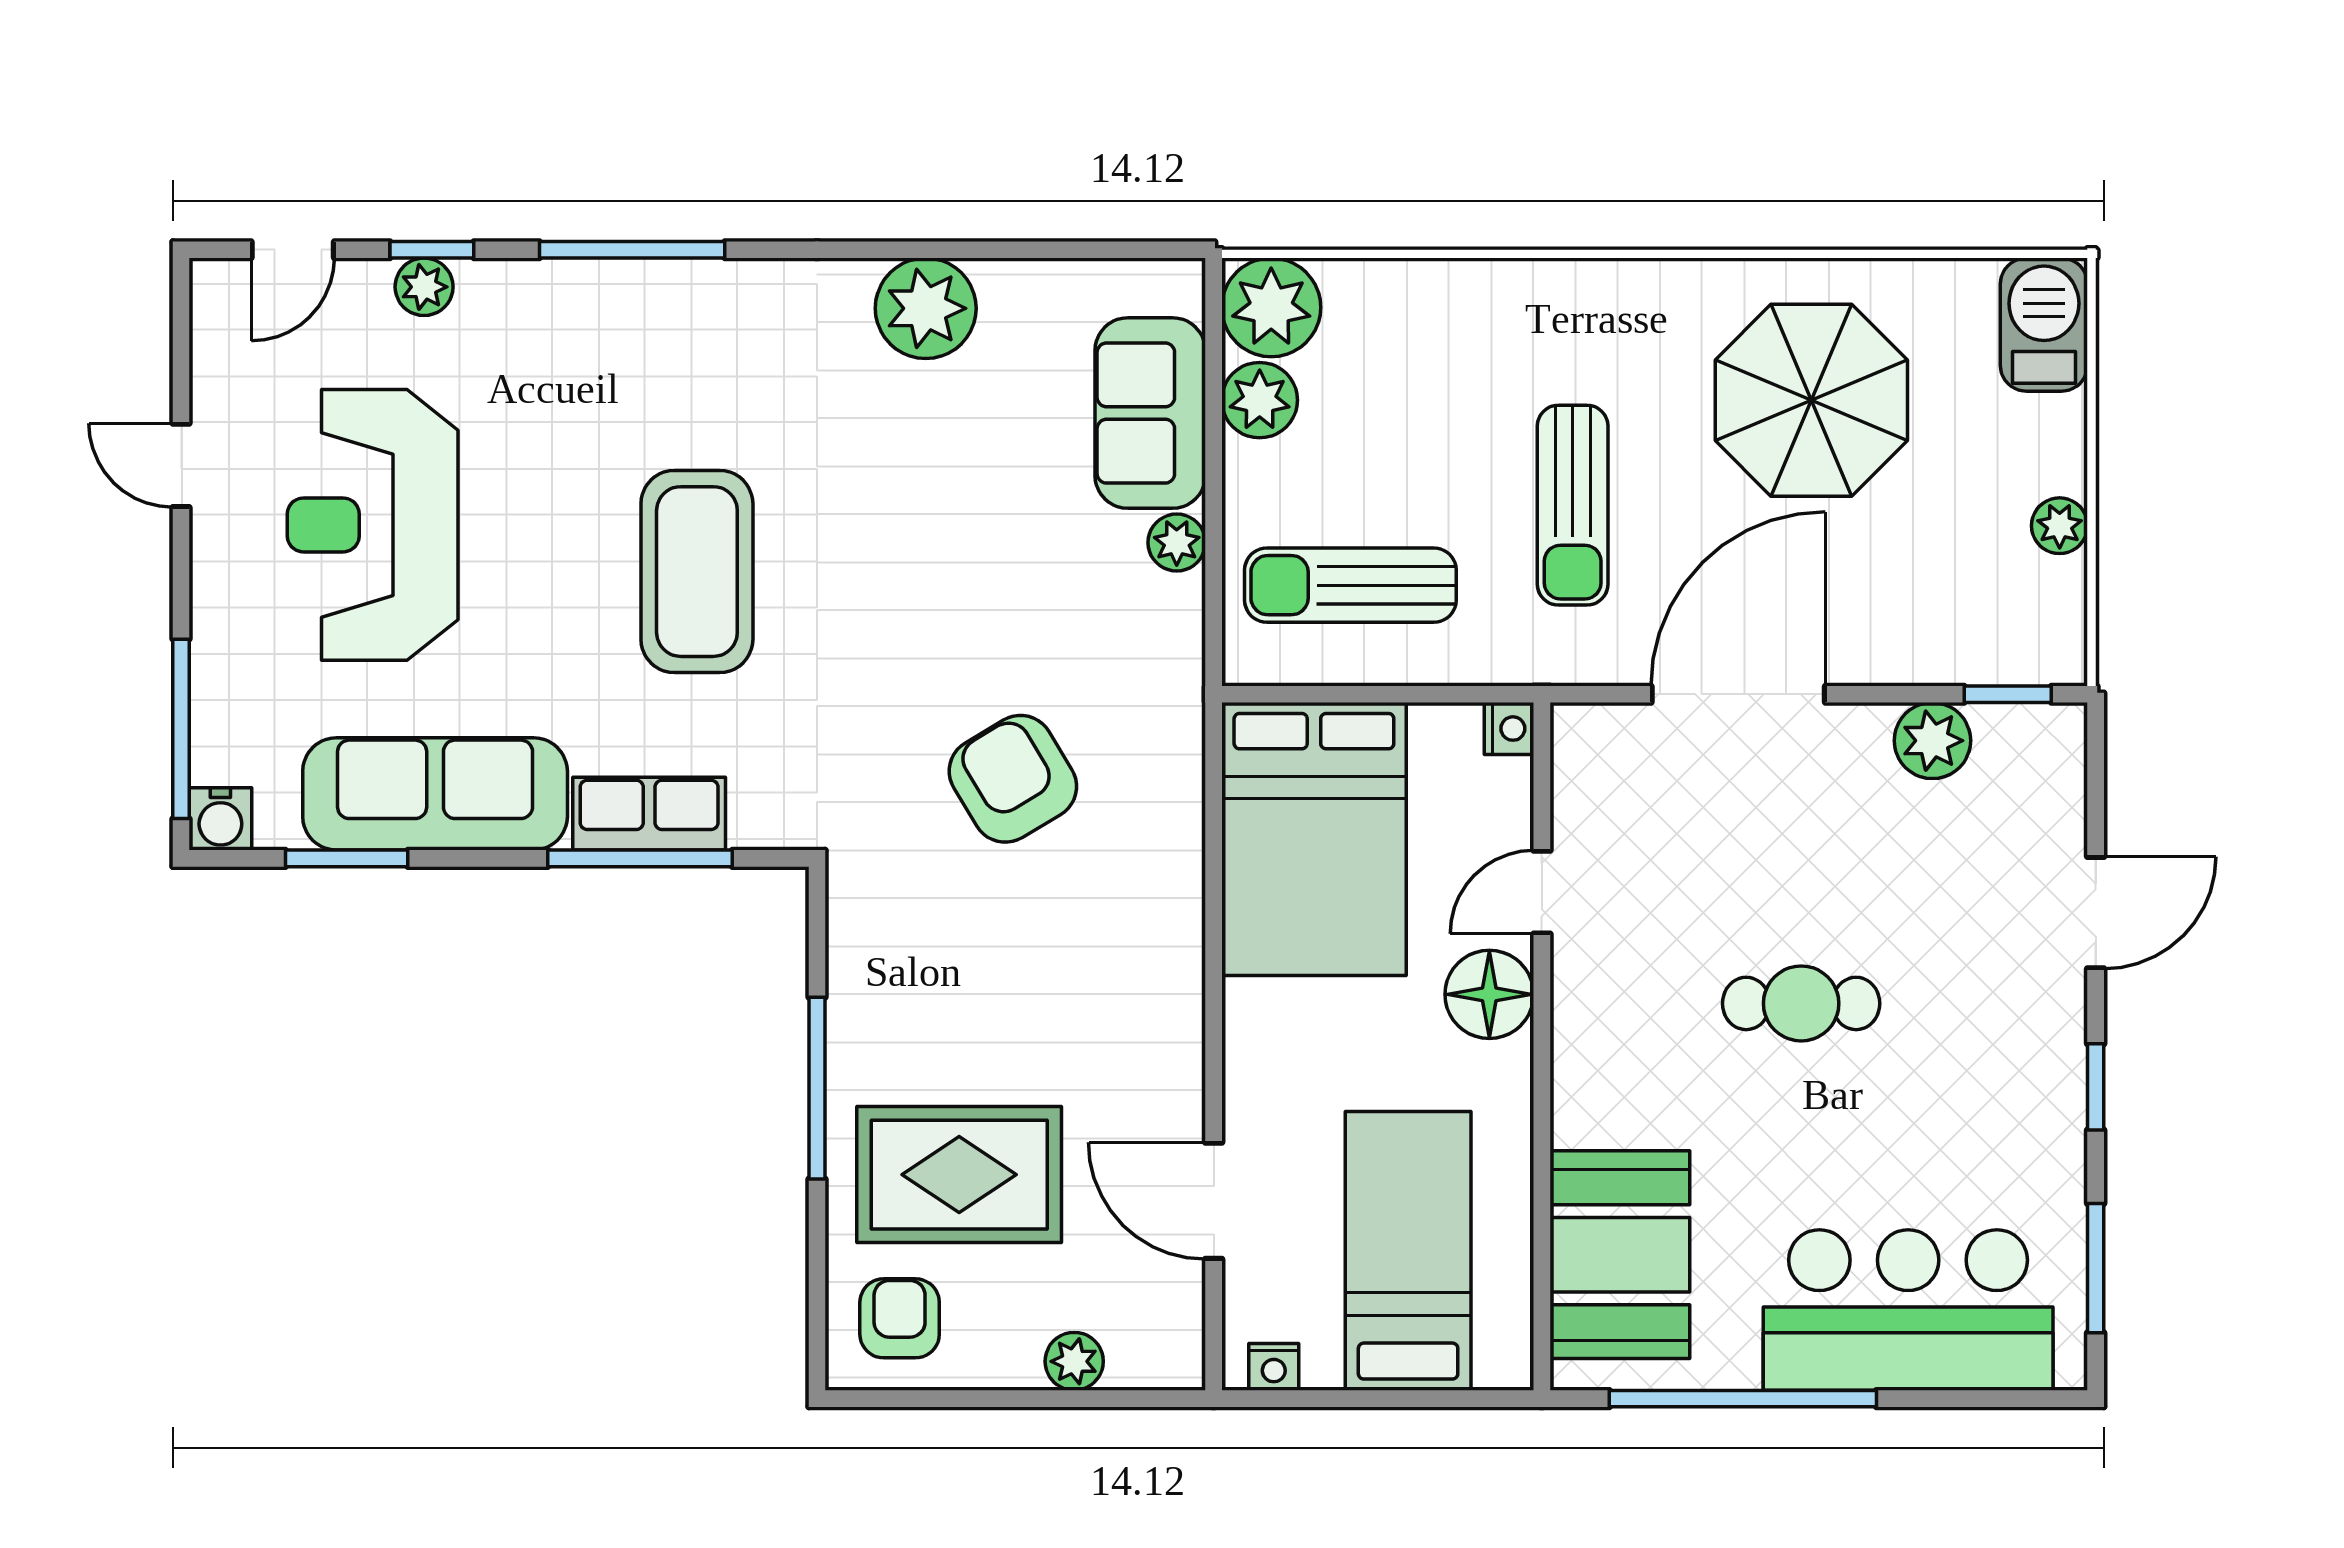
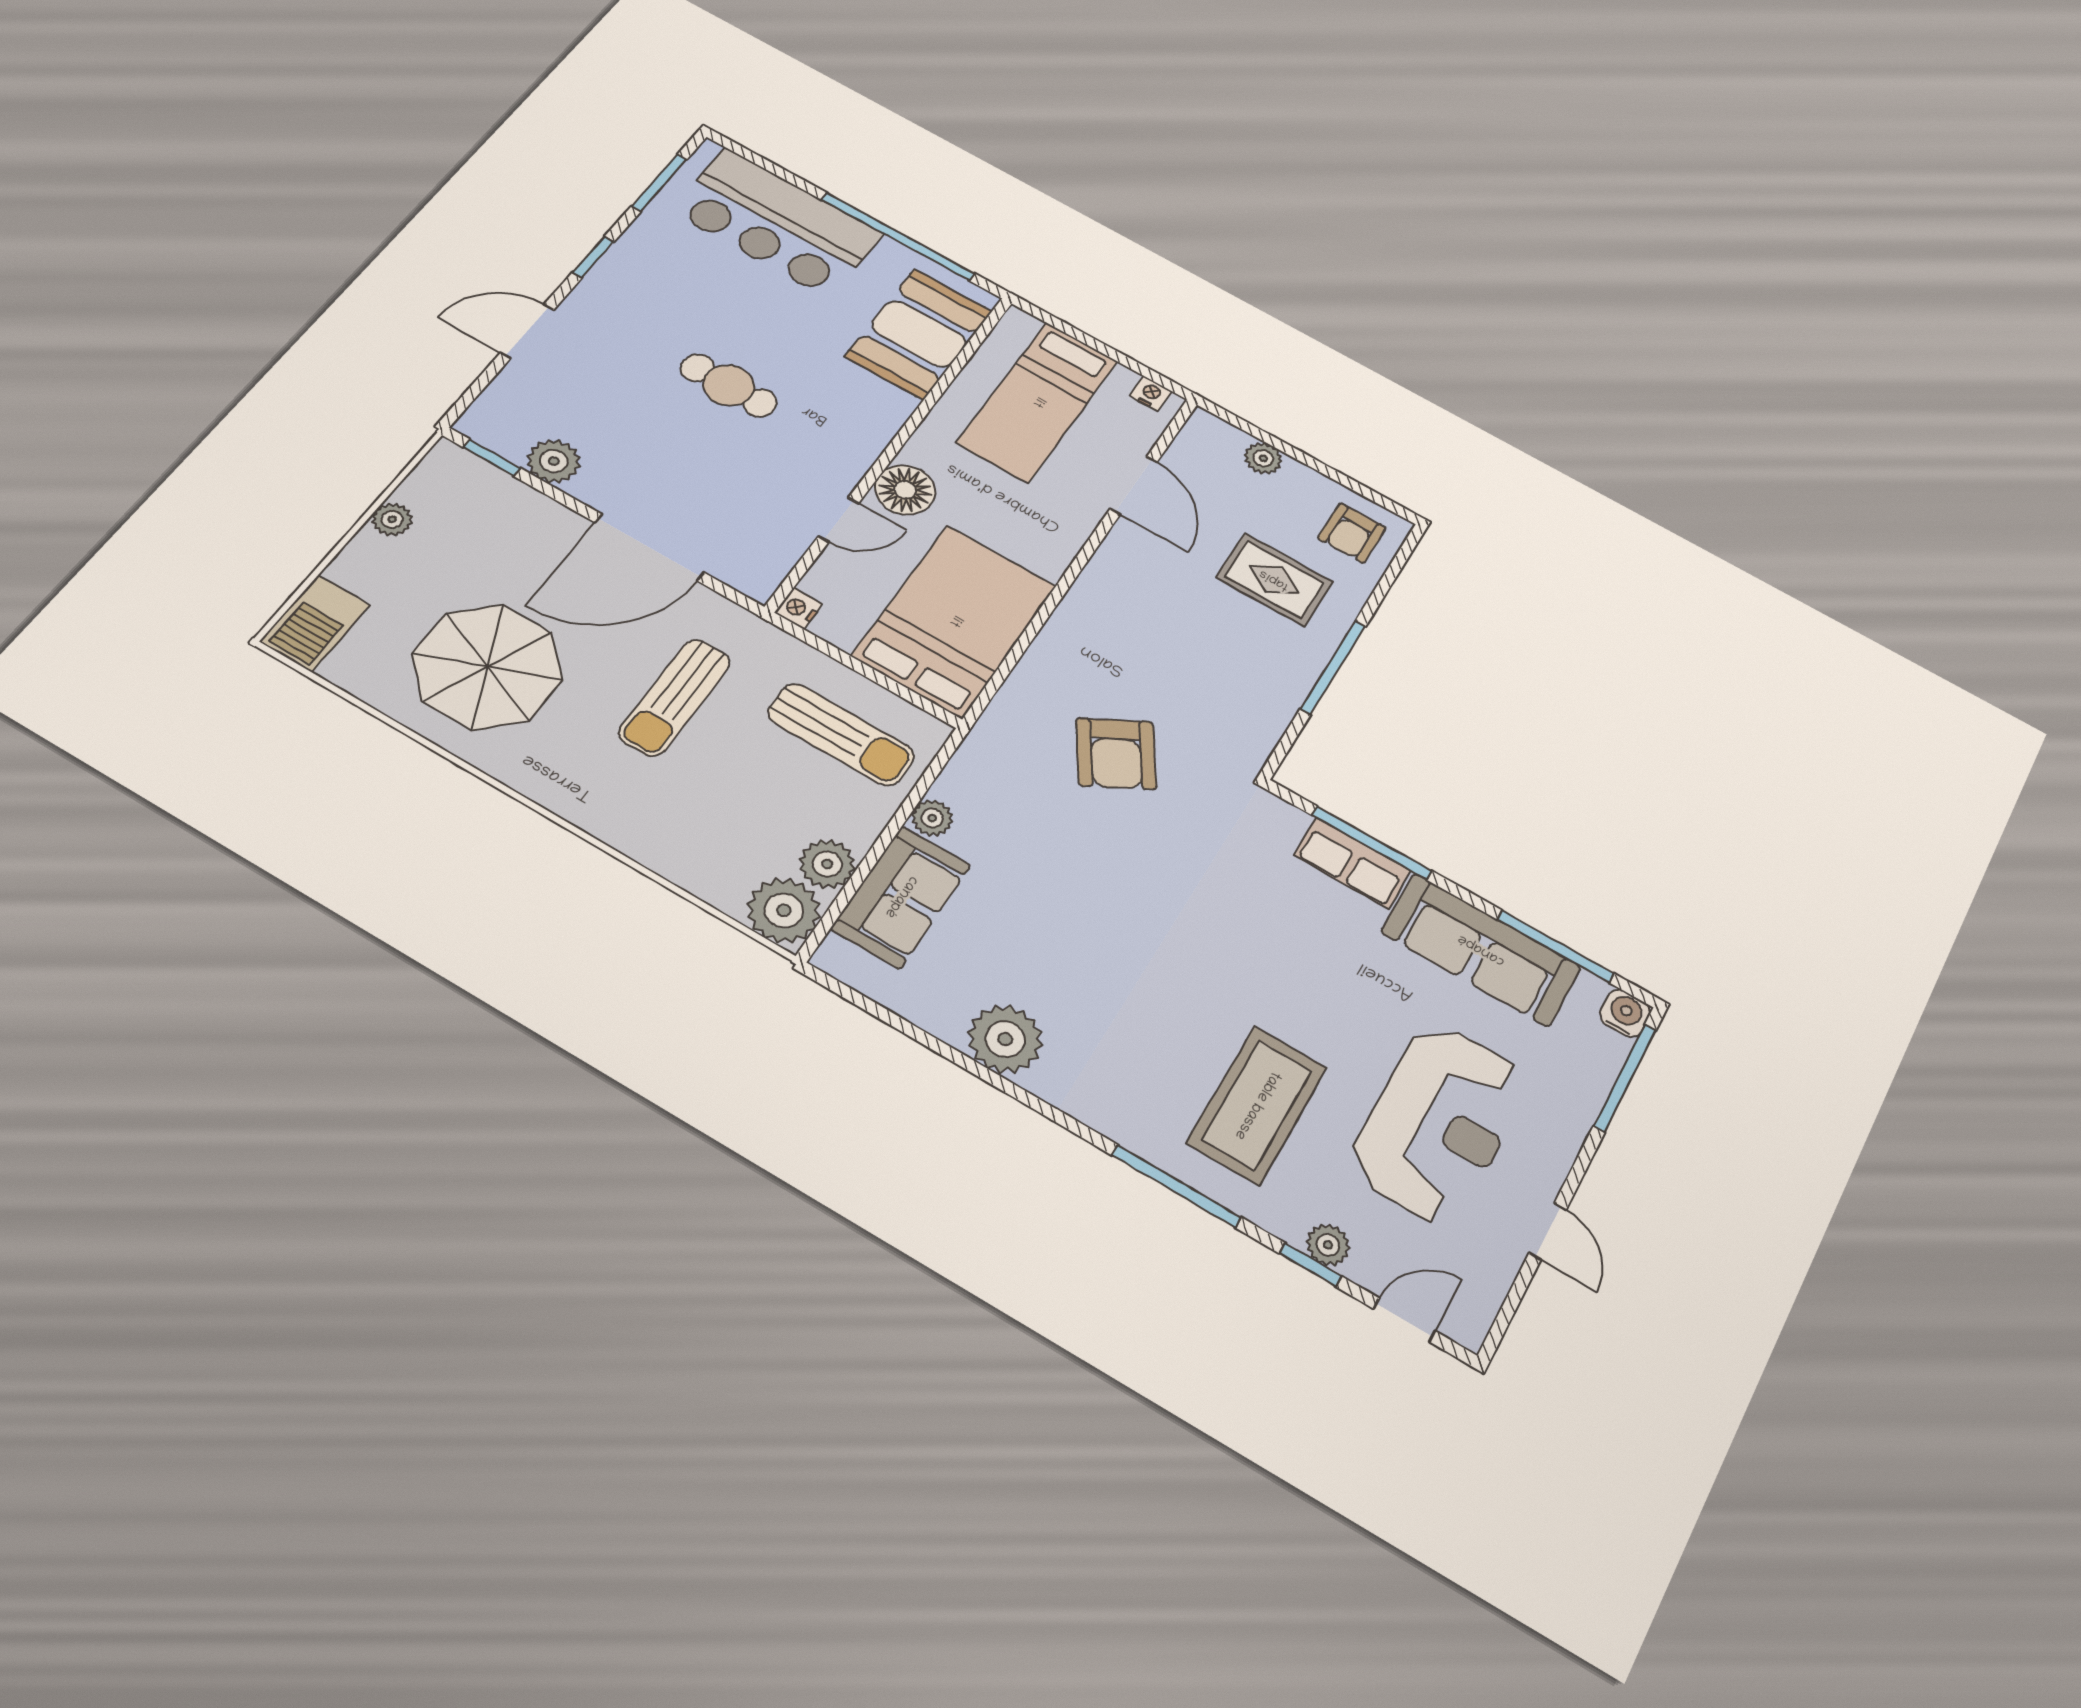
sun lounger: (1573, 505) -> (675, 697), turned 180
coffee table: (697, 572) -> (1257, 1105), moved
window: (347, 858) -> (1556, 947), width x1.44
rug: (959, 1175) -> (1274, 580), width x0.73, depth x0.70

